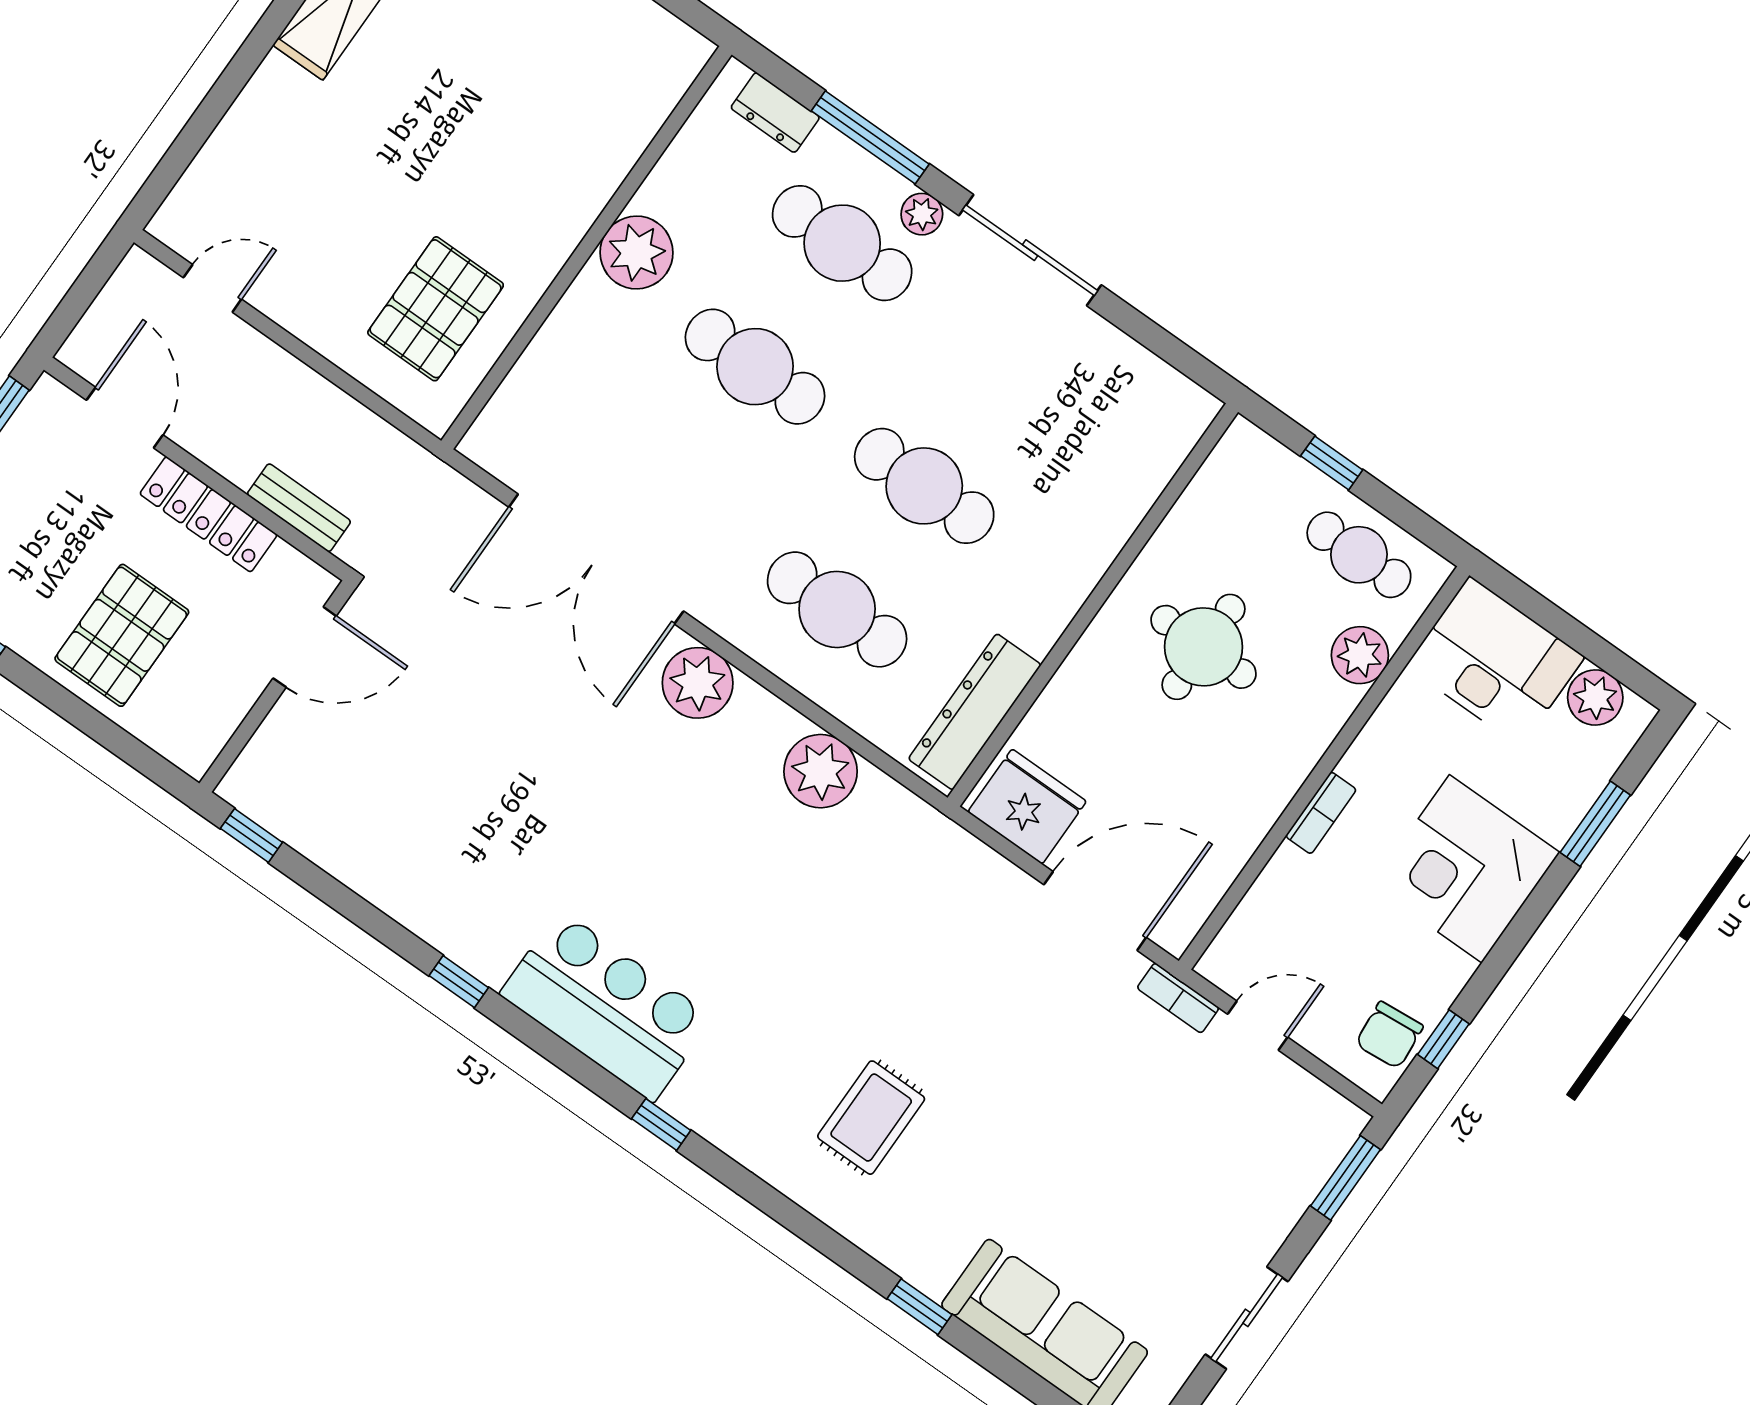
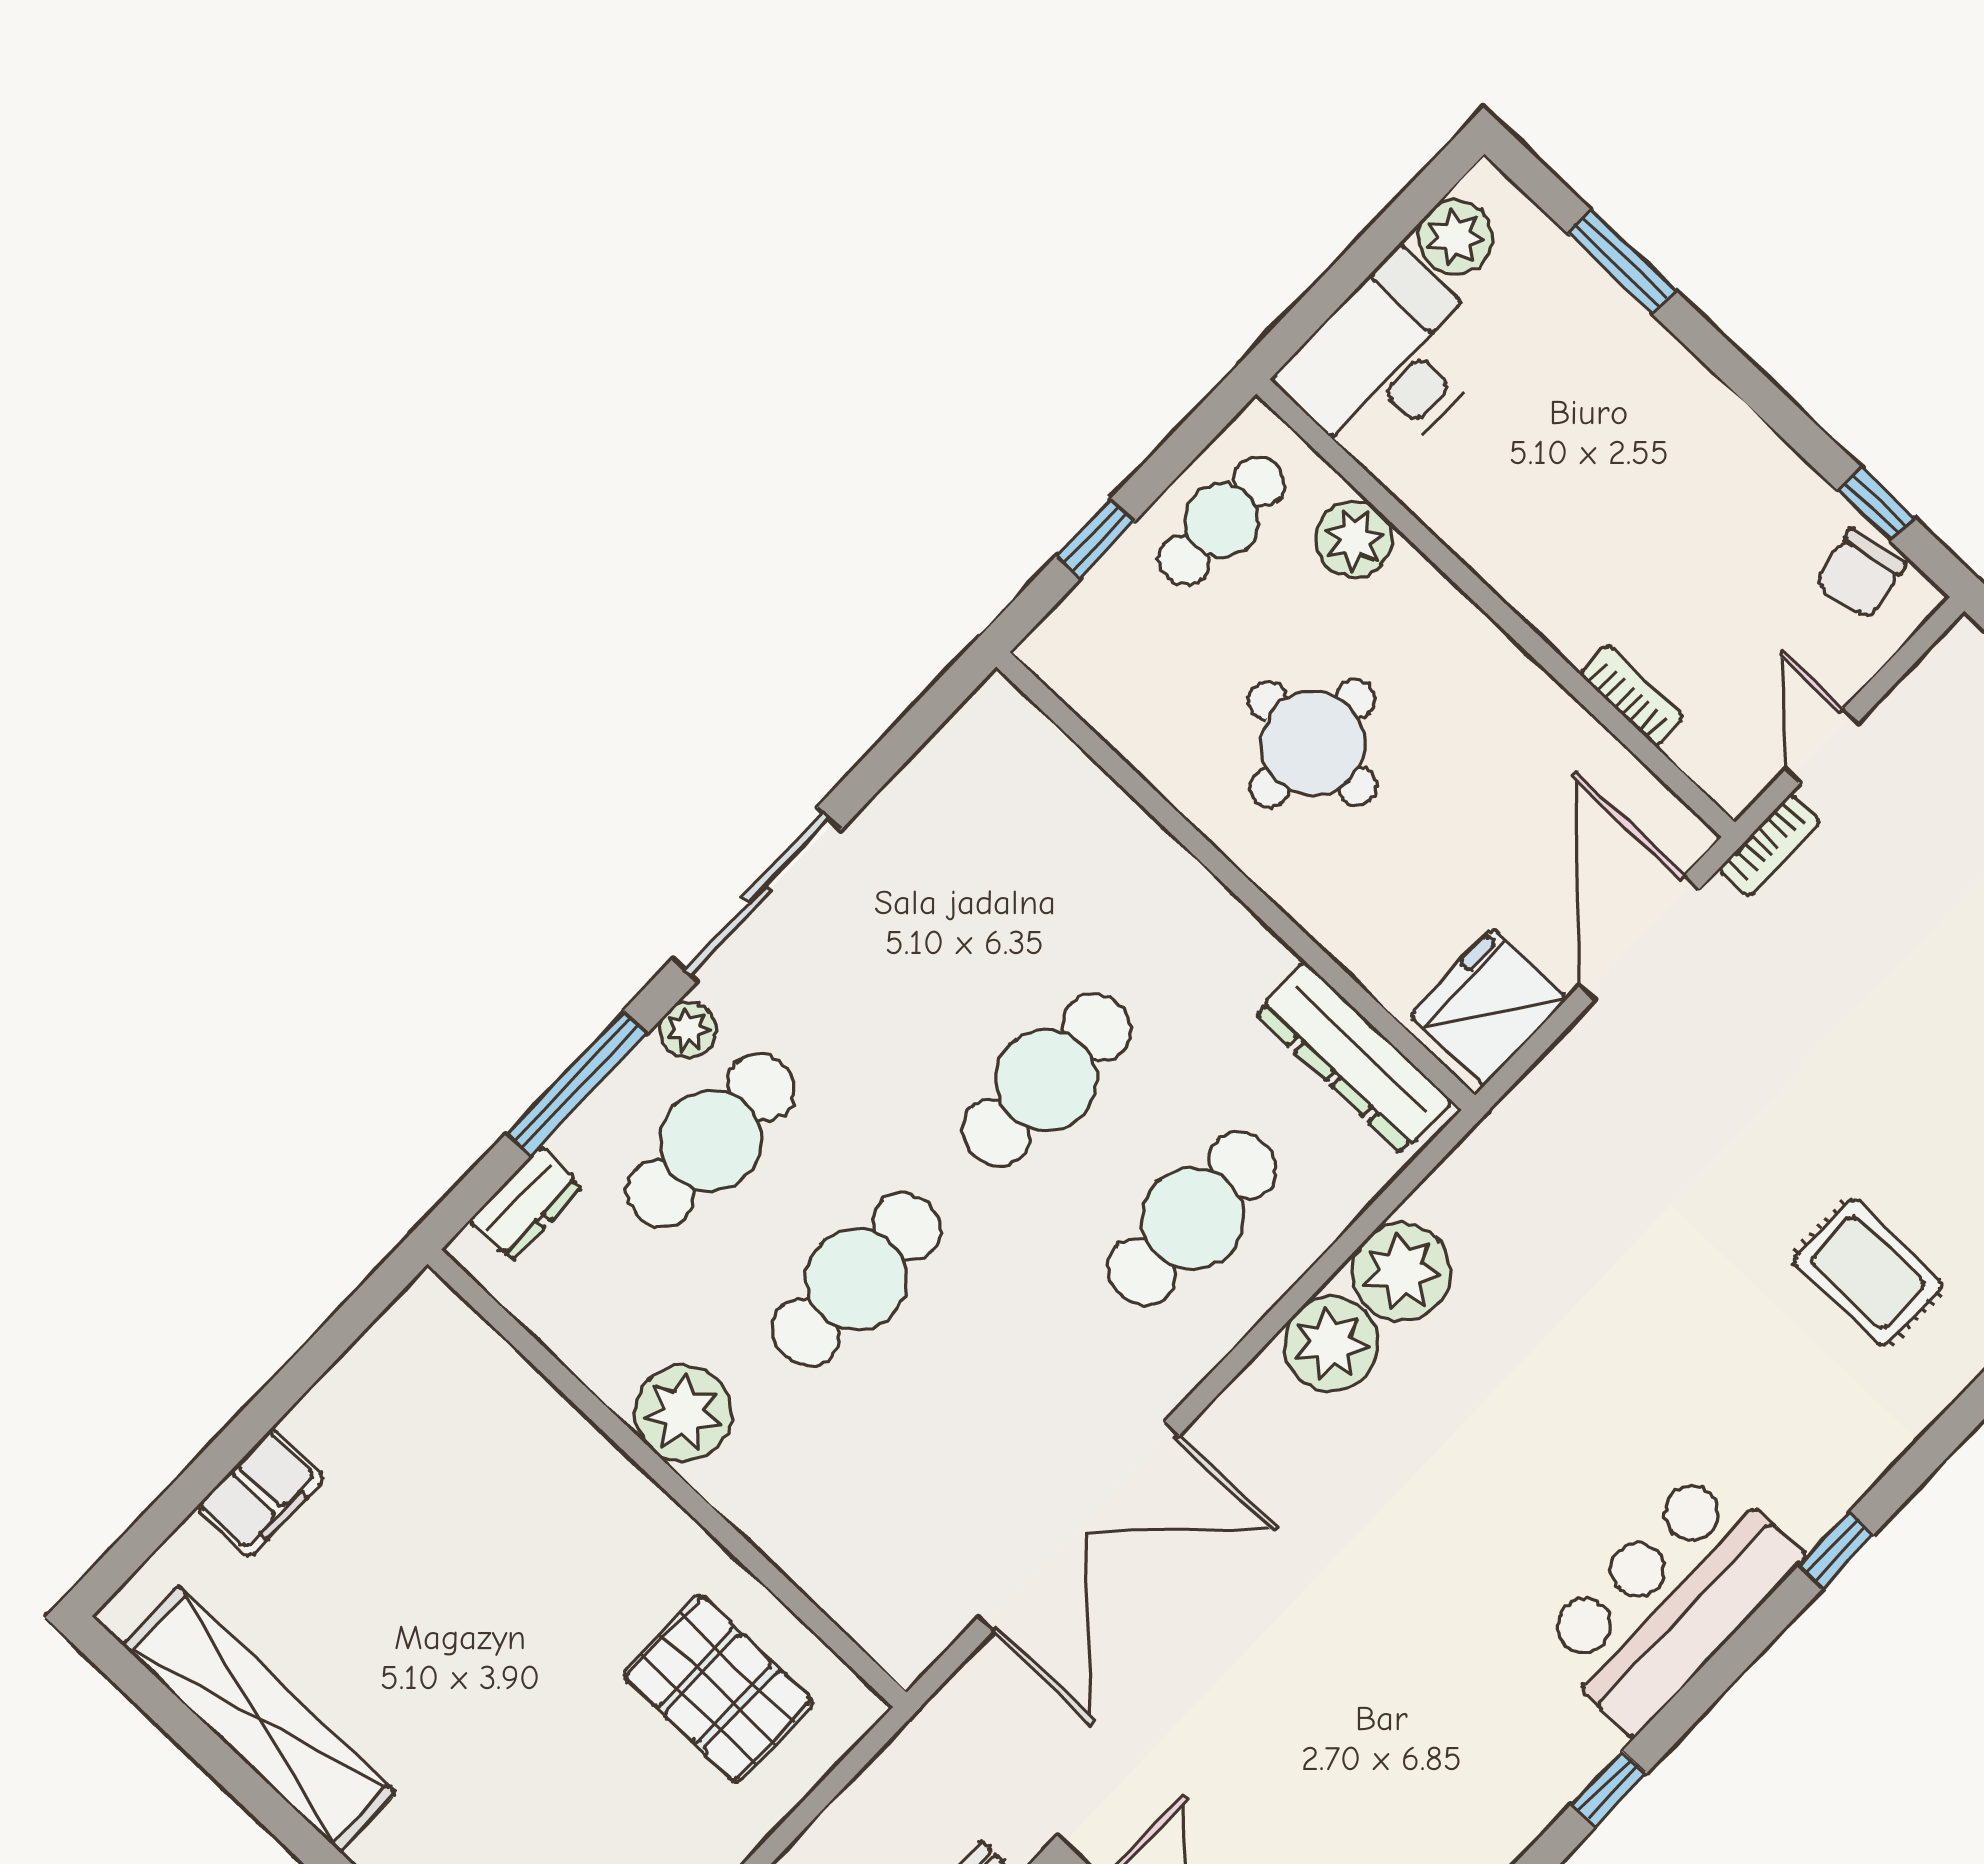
plant: (698, 683) -> (1331, 1344), moved
bookcase: (1321, 813) -> (1632, 696), moved
corner desk: (1466, 869) -> (1656, 441), removed
chair: (1389, 1035) -> (1860, 574), turned 85

